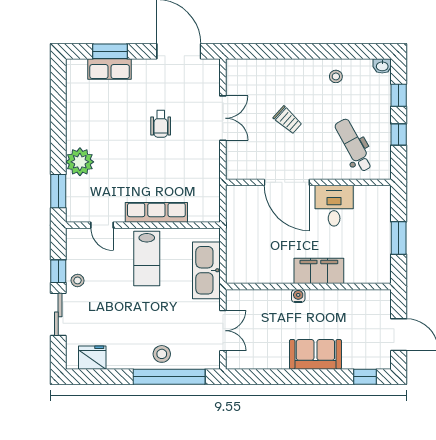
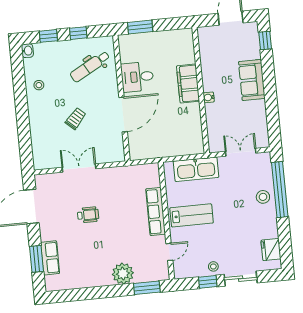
window: (399, 238) -> (140, 27), moved

